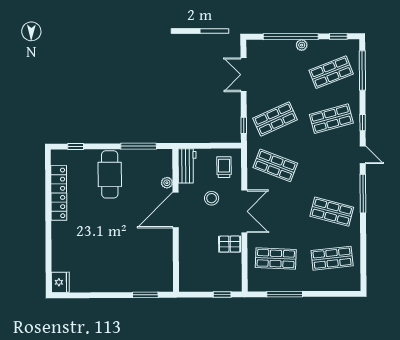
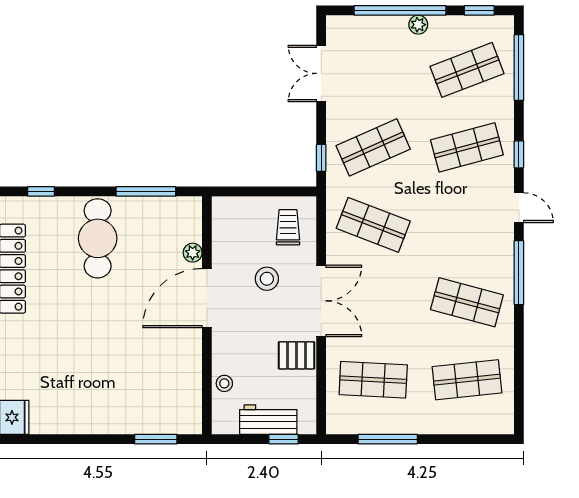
workbench: (187, 166) -> (268, 420), moved, turned -90
stool: (186, 261) -> (224, 383), added

